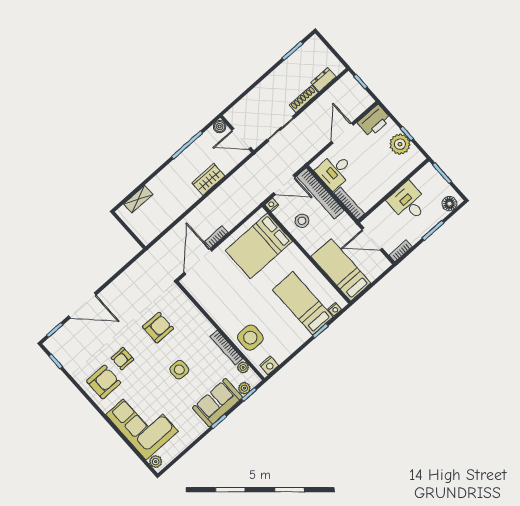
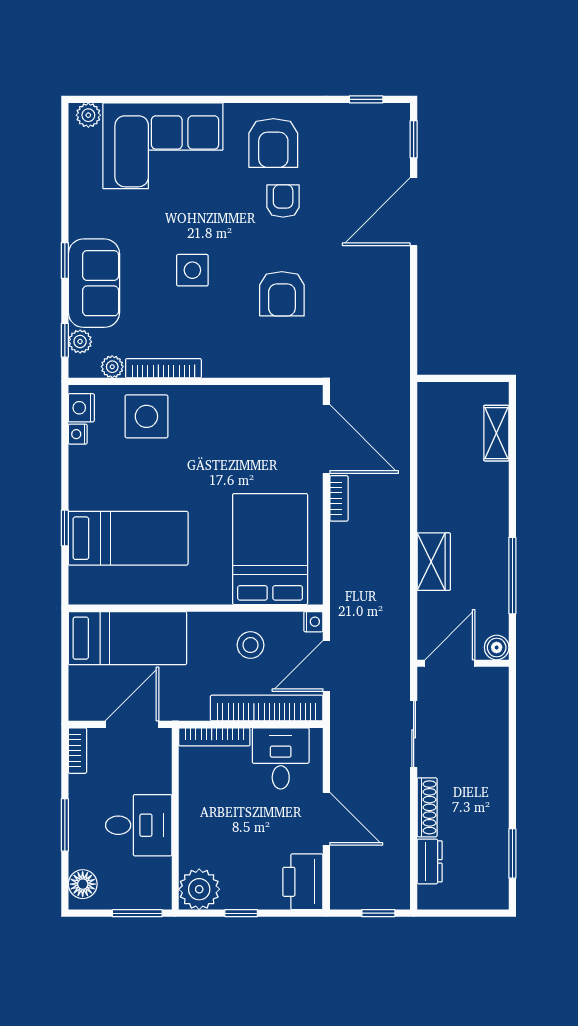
plant: (400, 144) -> (199, 889), moved
nightstand: (335, 309) -> (78, 434), moved

